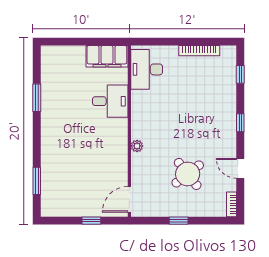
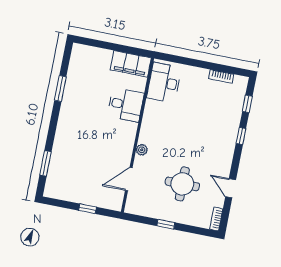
bookcase: (199, 51) -> (221, 76), width x0.64
window: (240, 123) -> (241, 136), moved
round table: (188, 174) -> (182, 184), turned 38
door: (129, 199) -> (129, 179), moved

